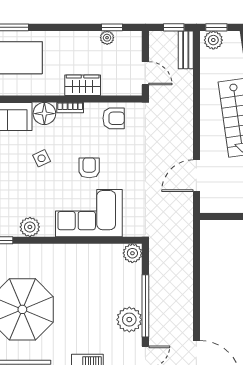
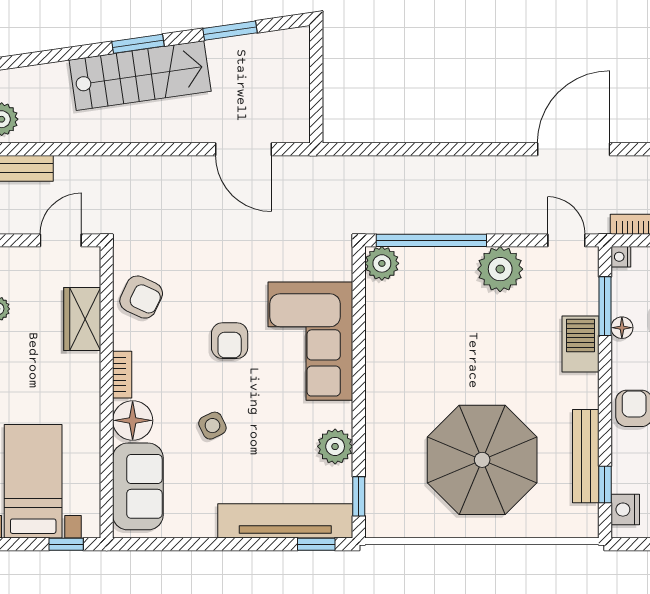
wardrobe: (83, 85) -> (82, 319), moved
armchair: (114, 118) -> (141, 297), turned 115
armchair: (89, 168) -> (230, 341), turned -90
window: (145, 306) -> (431, 240), moved

